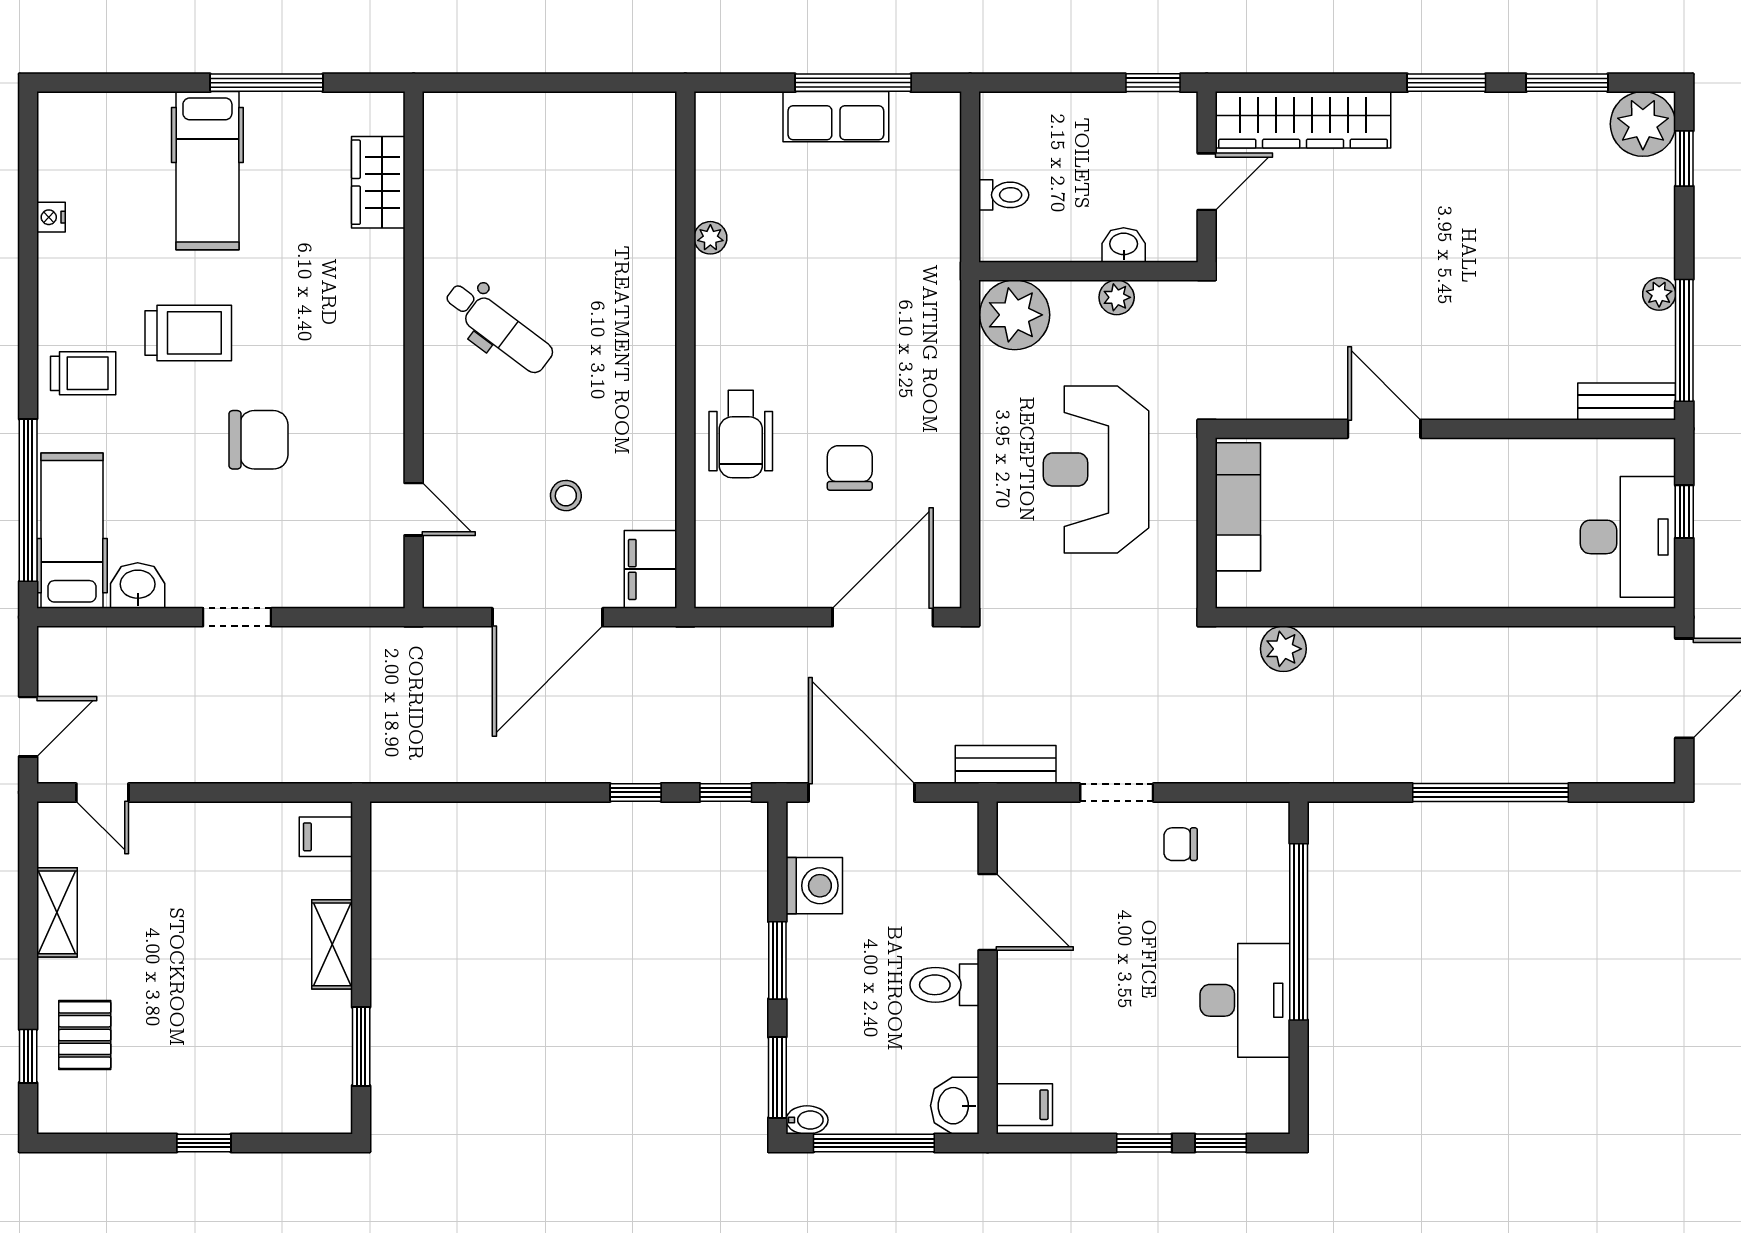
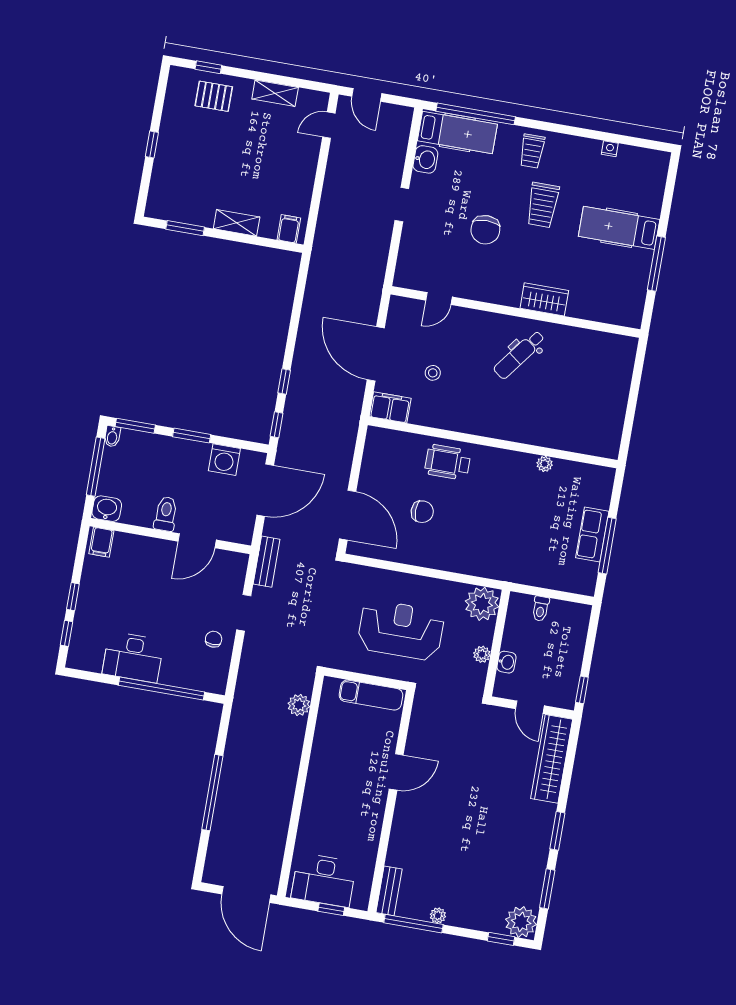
wardrobe: (378, 182) -> (544, 299), moved

